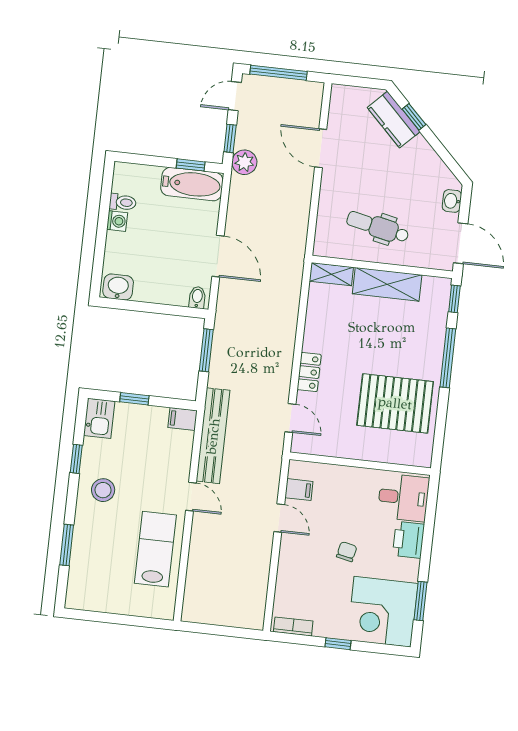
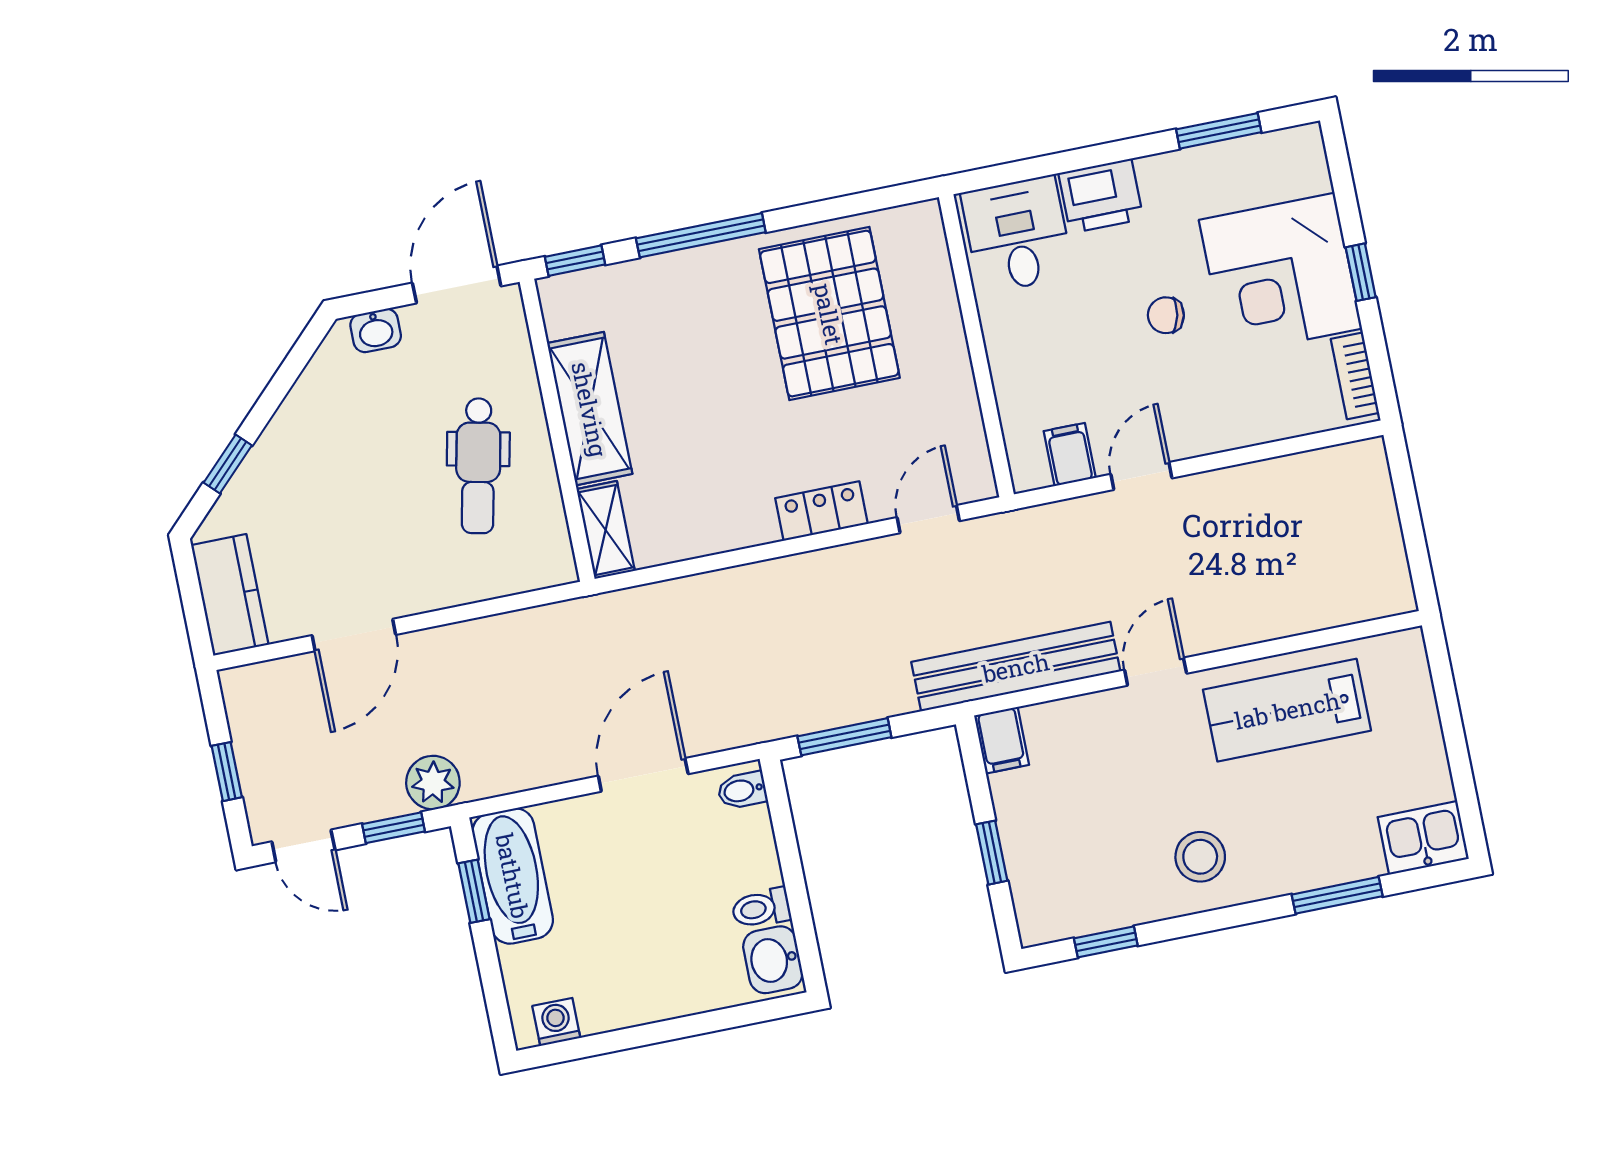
window: (278, 73) -> (227, 772), width x0.46
kitchen counter: (394, 120) -> (230, 595), moved, turned -45
toilet: (123, 202) -> (761, 908), moved, turned -90
washing machine: (117, 221) -> (556, 1022), moved
kitchen sink: (99, 418) -> (1423, 838), moved
window: (76, 459) -> (1106, 942), moved
corner desk: (383, 612) -> (1280, 274), moved, turned 90

